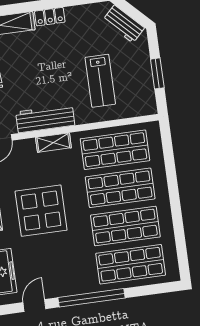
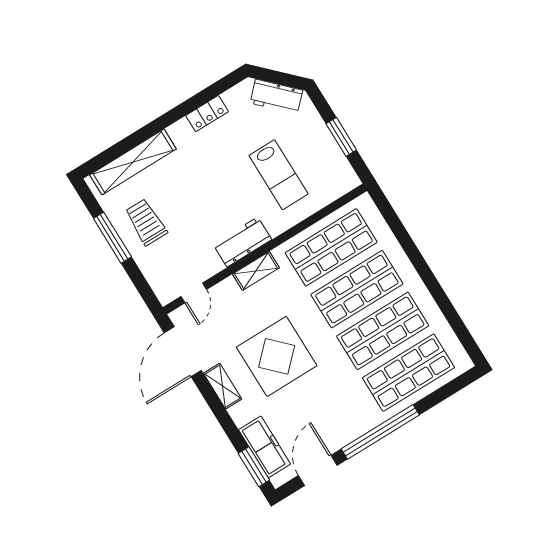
locker: (50, 17) -> (207, 114), moved
workbench: (45, 119) -> (242, 242), width x0.73
door: (34, 306) -> (318, 470), width x1.38

